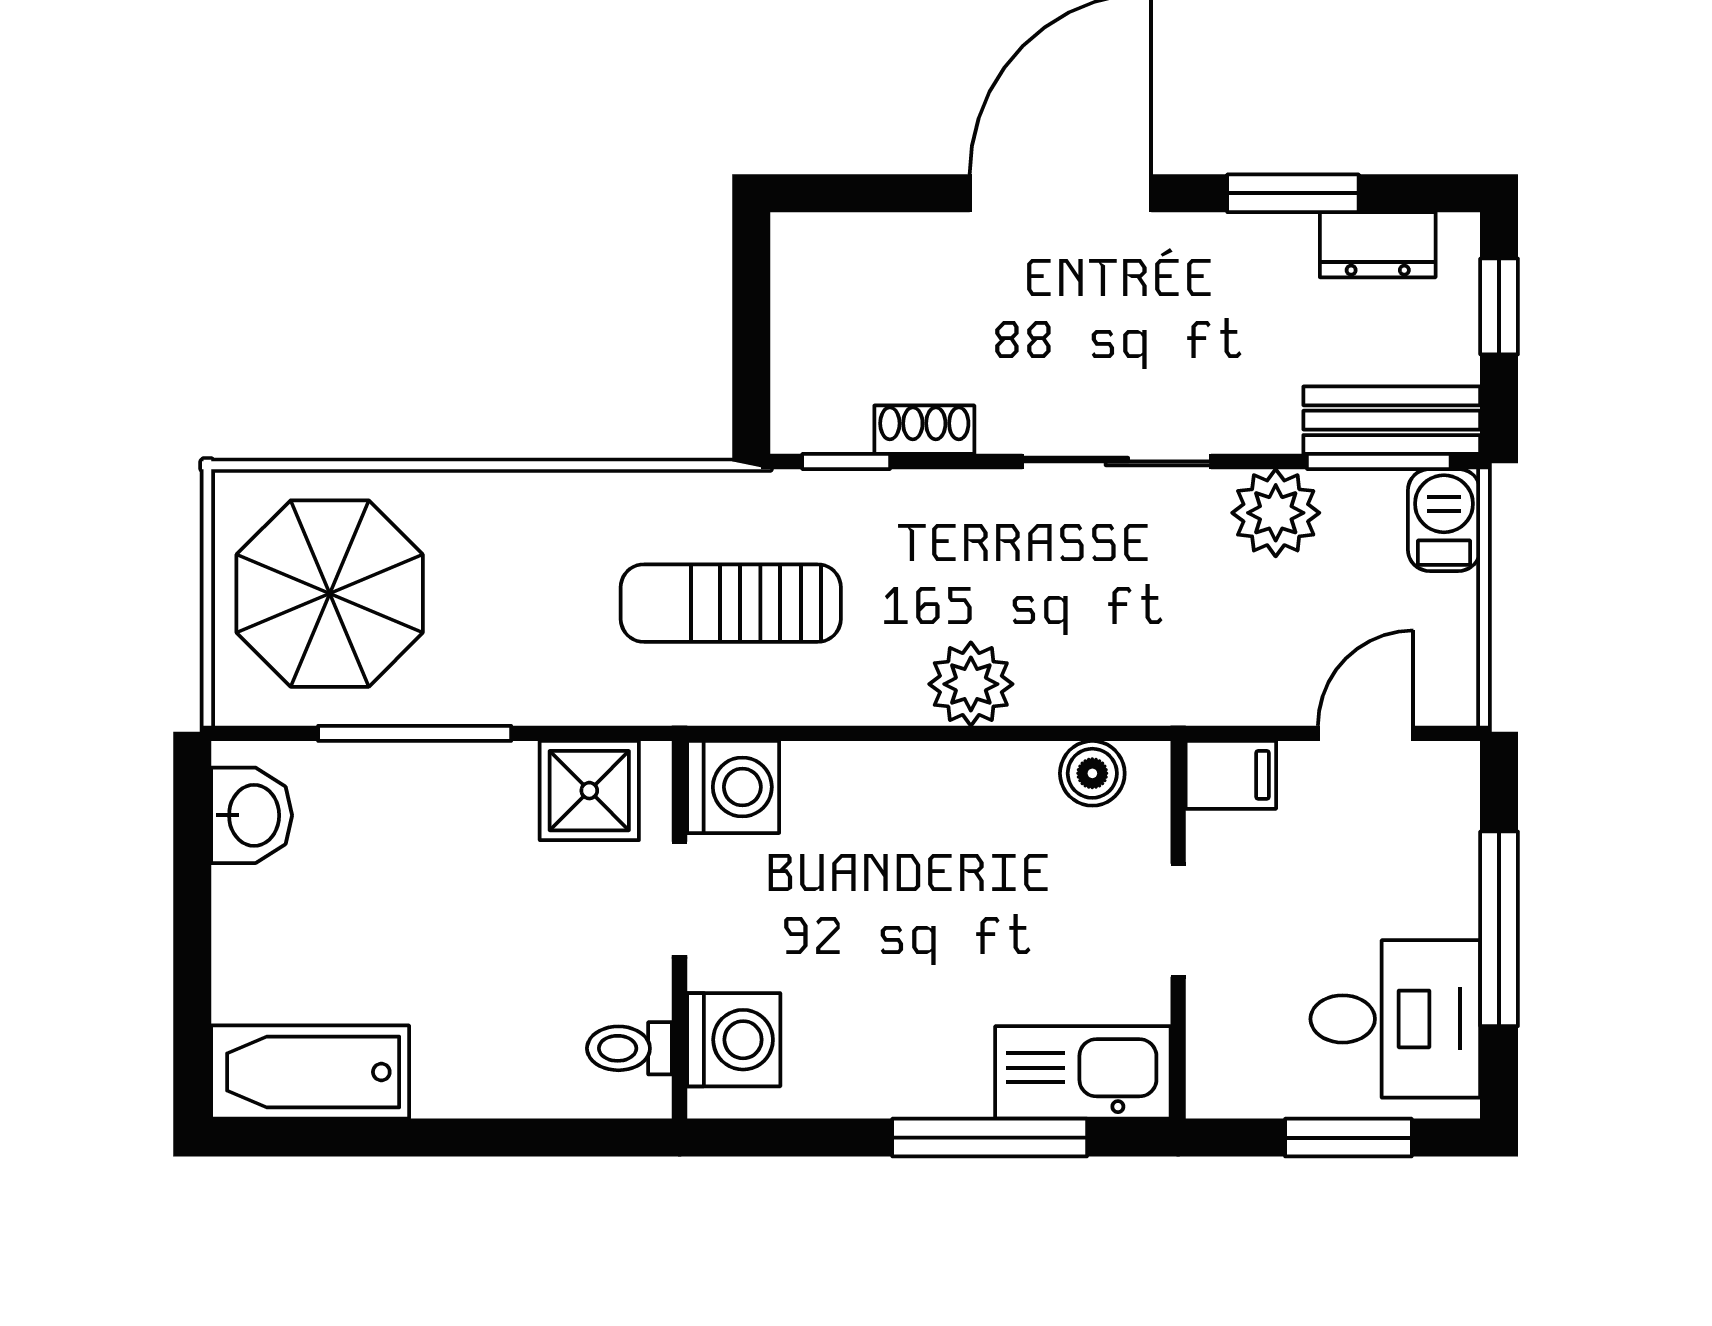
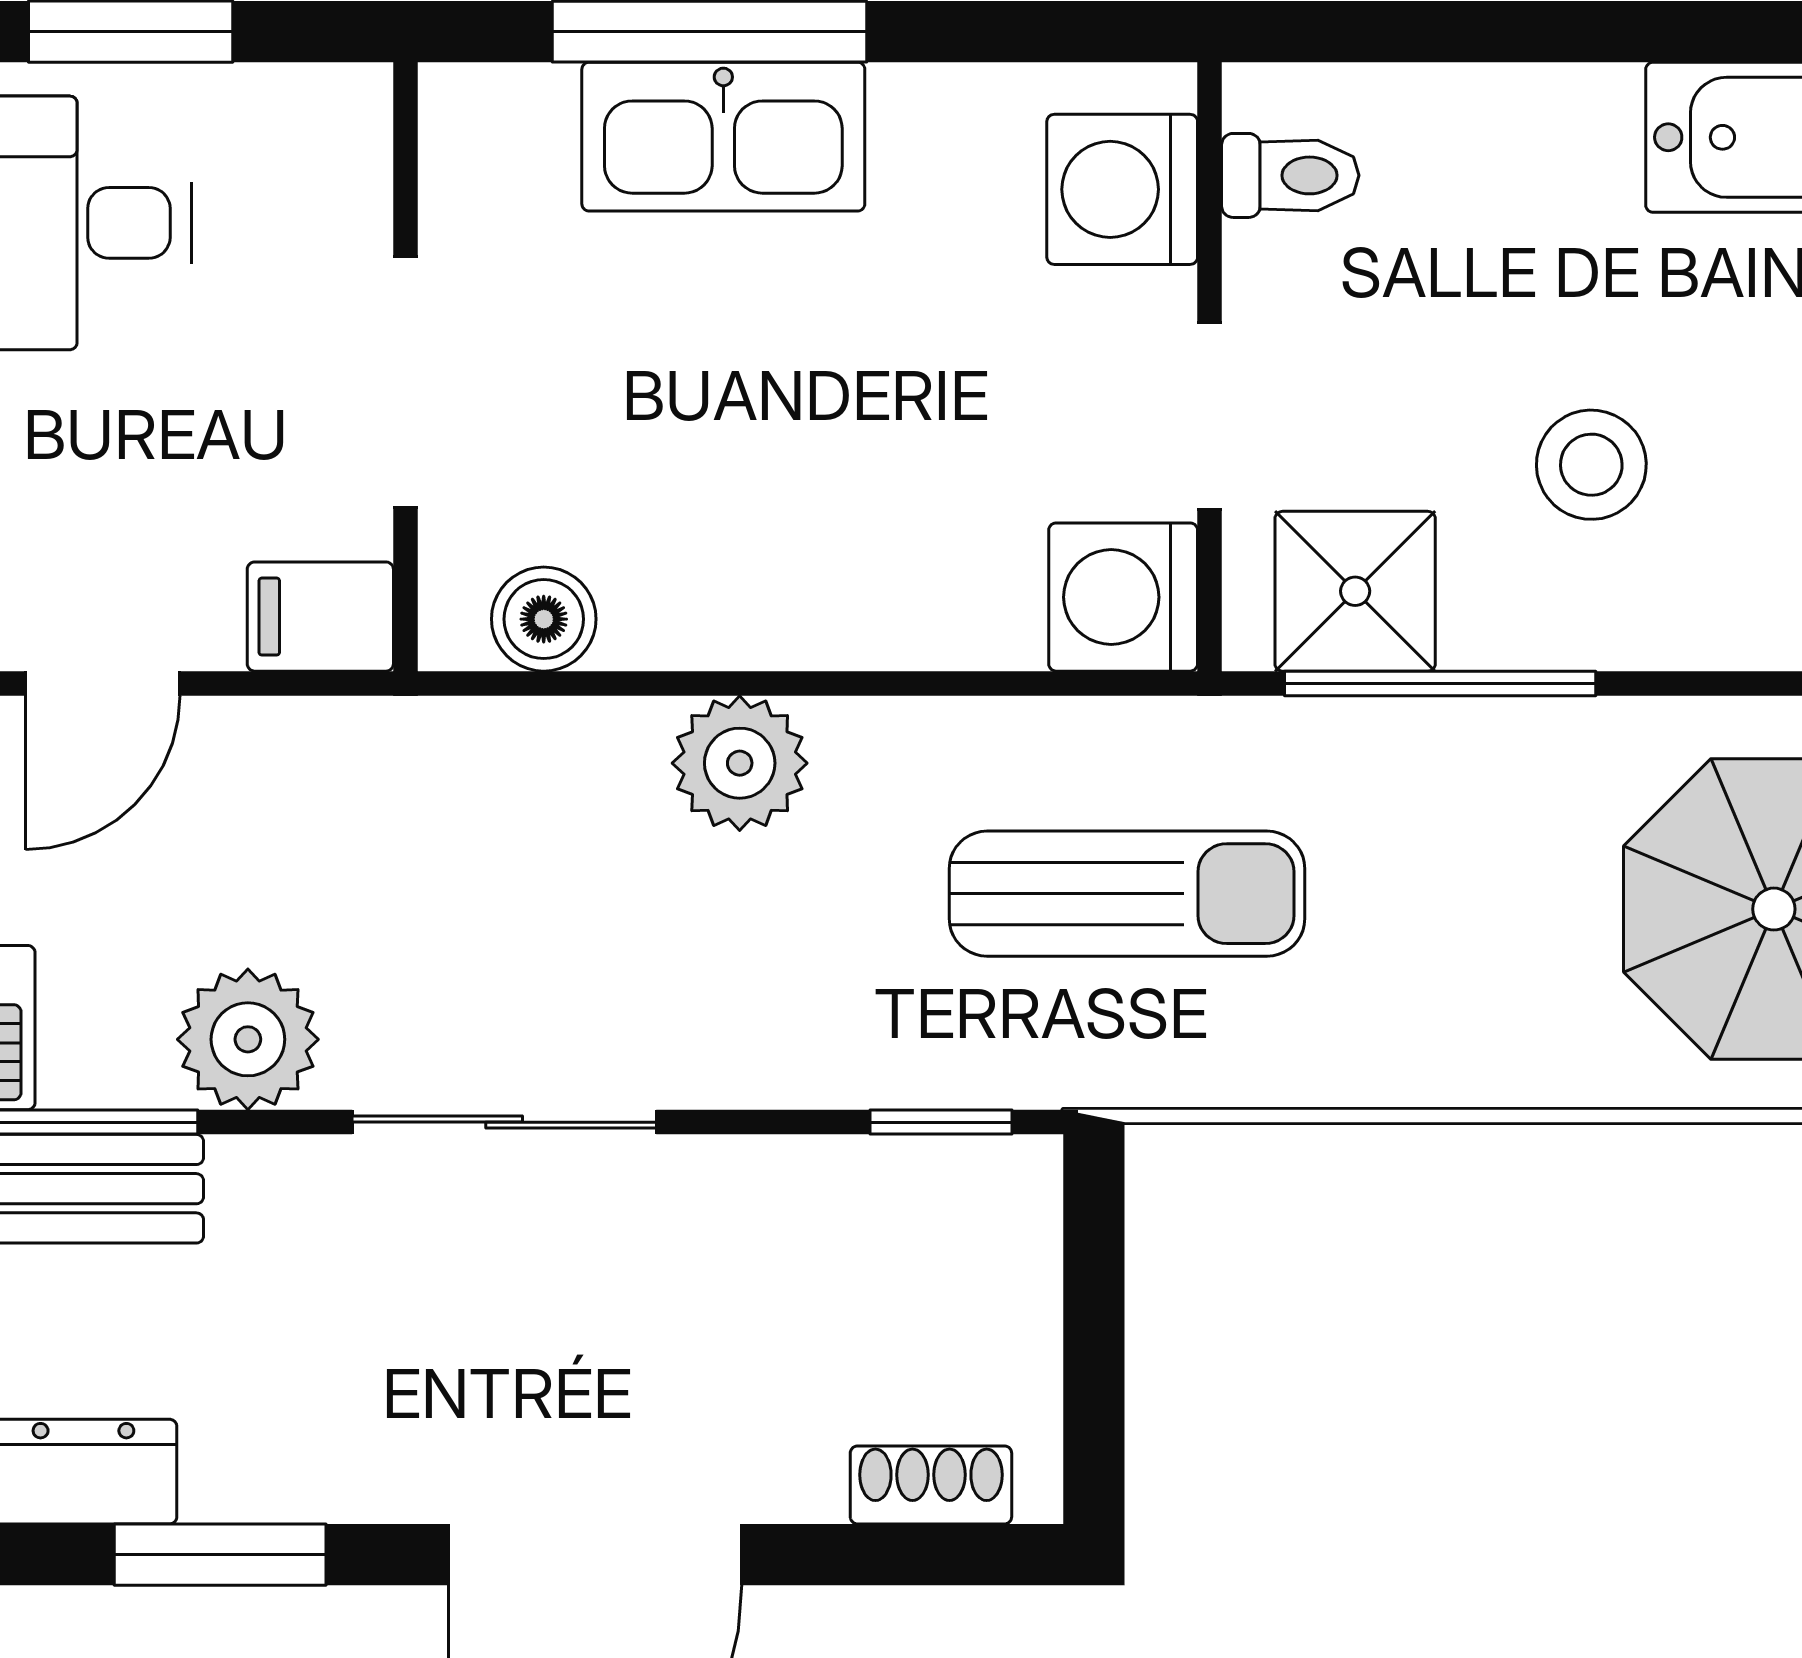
shoe rack: (924, 430) -> (931, 1485), moved, turned 180
window: (415, 733) -> (1440, 683), moved
stool: (443, 869) -> (1591, 465), added
doorway: (1178, 920) -> (405, 382), width x1.38
kitchen sink: (1083, 1072) -> (723, 137), moved

